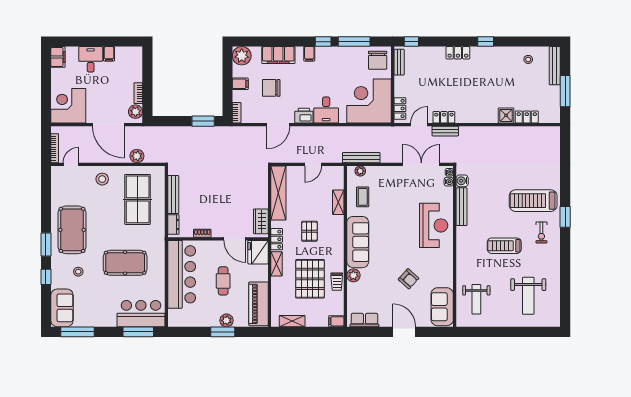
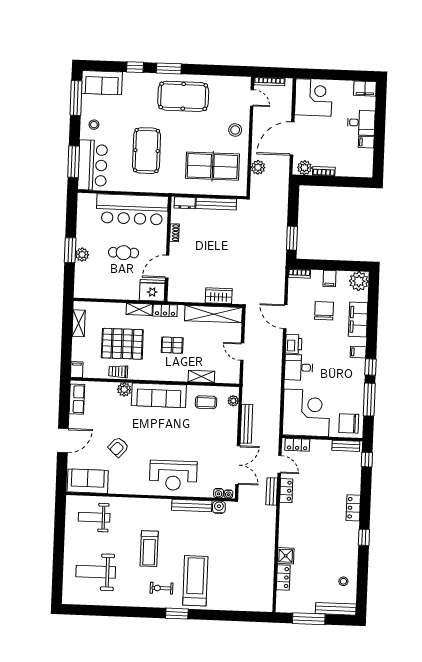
bench: (361, 158) -> (246, 424), moved
wardrobe: (261, 221) -> (219, 296), moved
treadmill: (504, 246) -> (149, 549), turned 180
stool: (78, 272) -> (94, 125), moved
piano: (258, 304) -> (98, 289), removed

